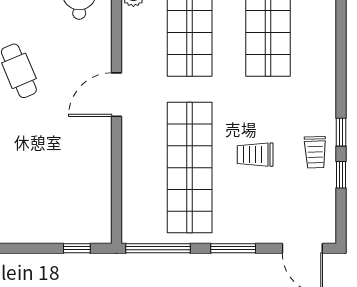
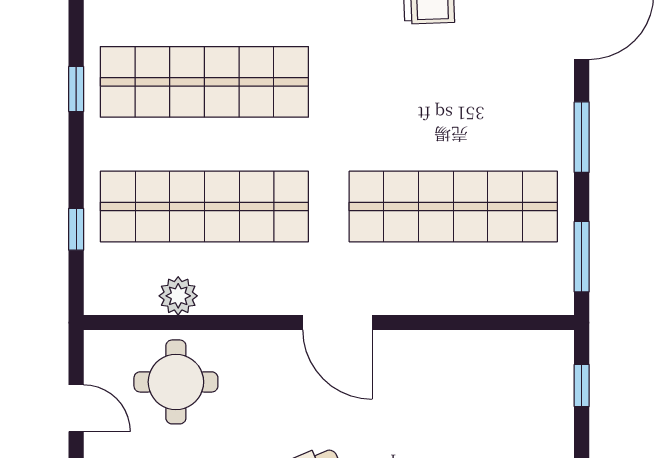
trolley: (255, 155) -> (433, 102), removed
window: (158, 248) -> (582, 257), width x0.69

